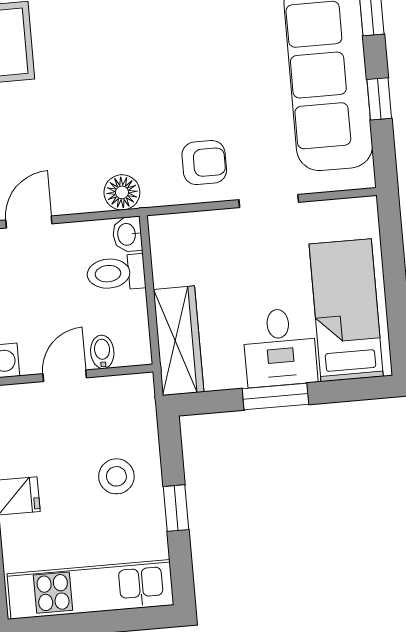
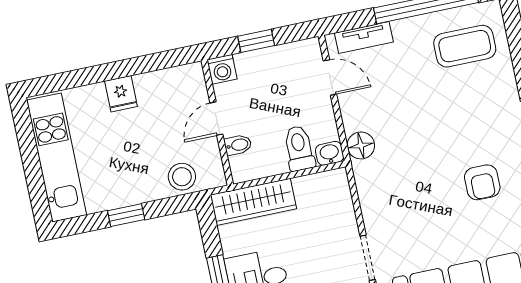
armchair: (204, 163) -> (482, 182), moved
door: (65, 376) -> (216, 119), swing flipped
stool: (116, 476) -> (182, 177), moved

